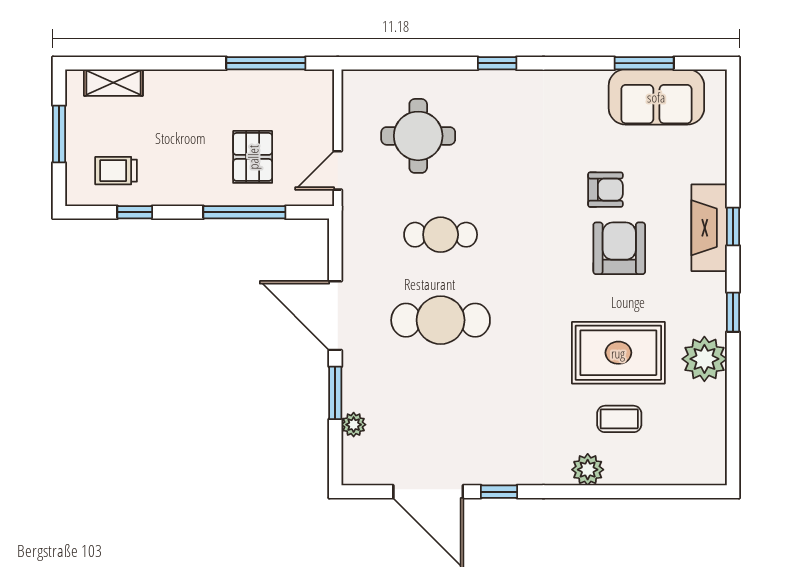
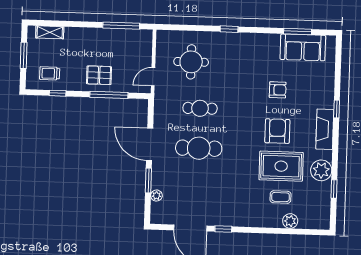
pallet: (253, 157) -> (99, 75), moved, turned 90
fireplace: (709, 228) -> (325, 129), moved
armchair: (619, 248) -> (277, 131), moved
window: (733, 312) -> (334, 189), moved
plant: (588, 470) -> (290, 221), moved

